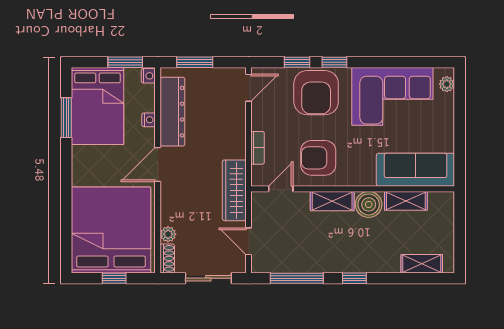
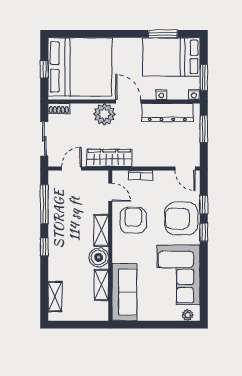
plant: (168, 234) -> (104, 114), moved, width x1.88, depth x1.88

